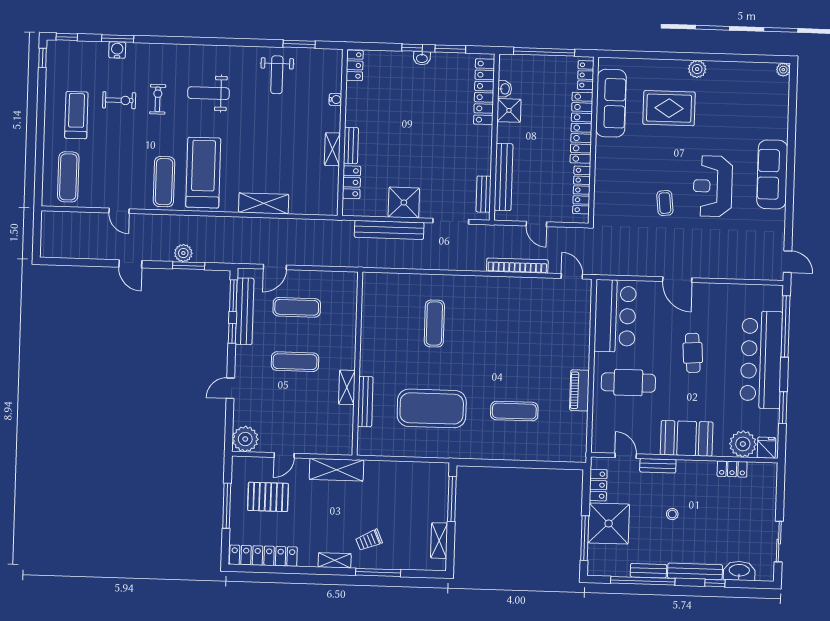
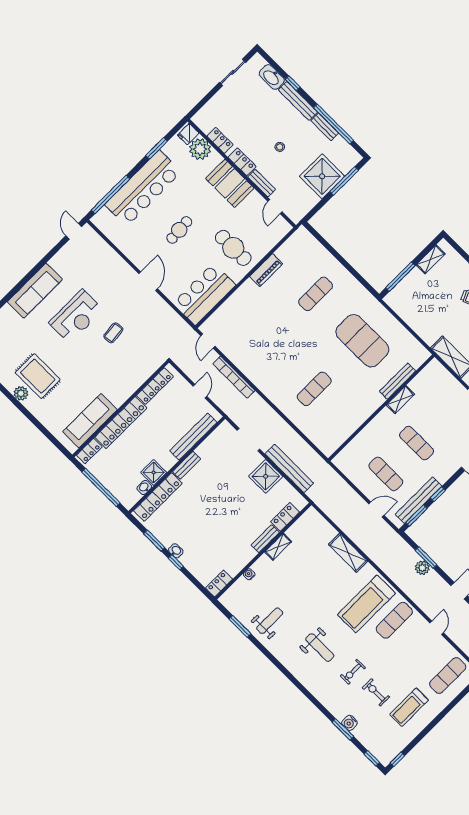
rug: (669, 108) -> (38, 376), moved
bench: (484, 194) -> (187, 465), moved
exercise mat: (514, 411) -> (316, 294), turned 90
locker: (598, 485) -> (242, 162), moved, turned 90

